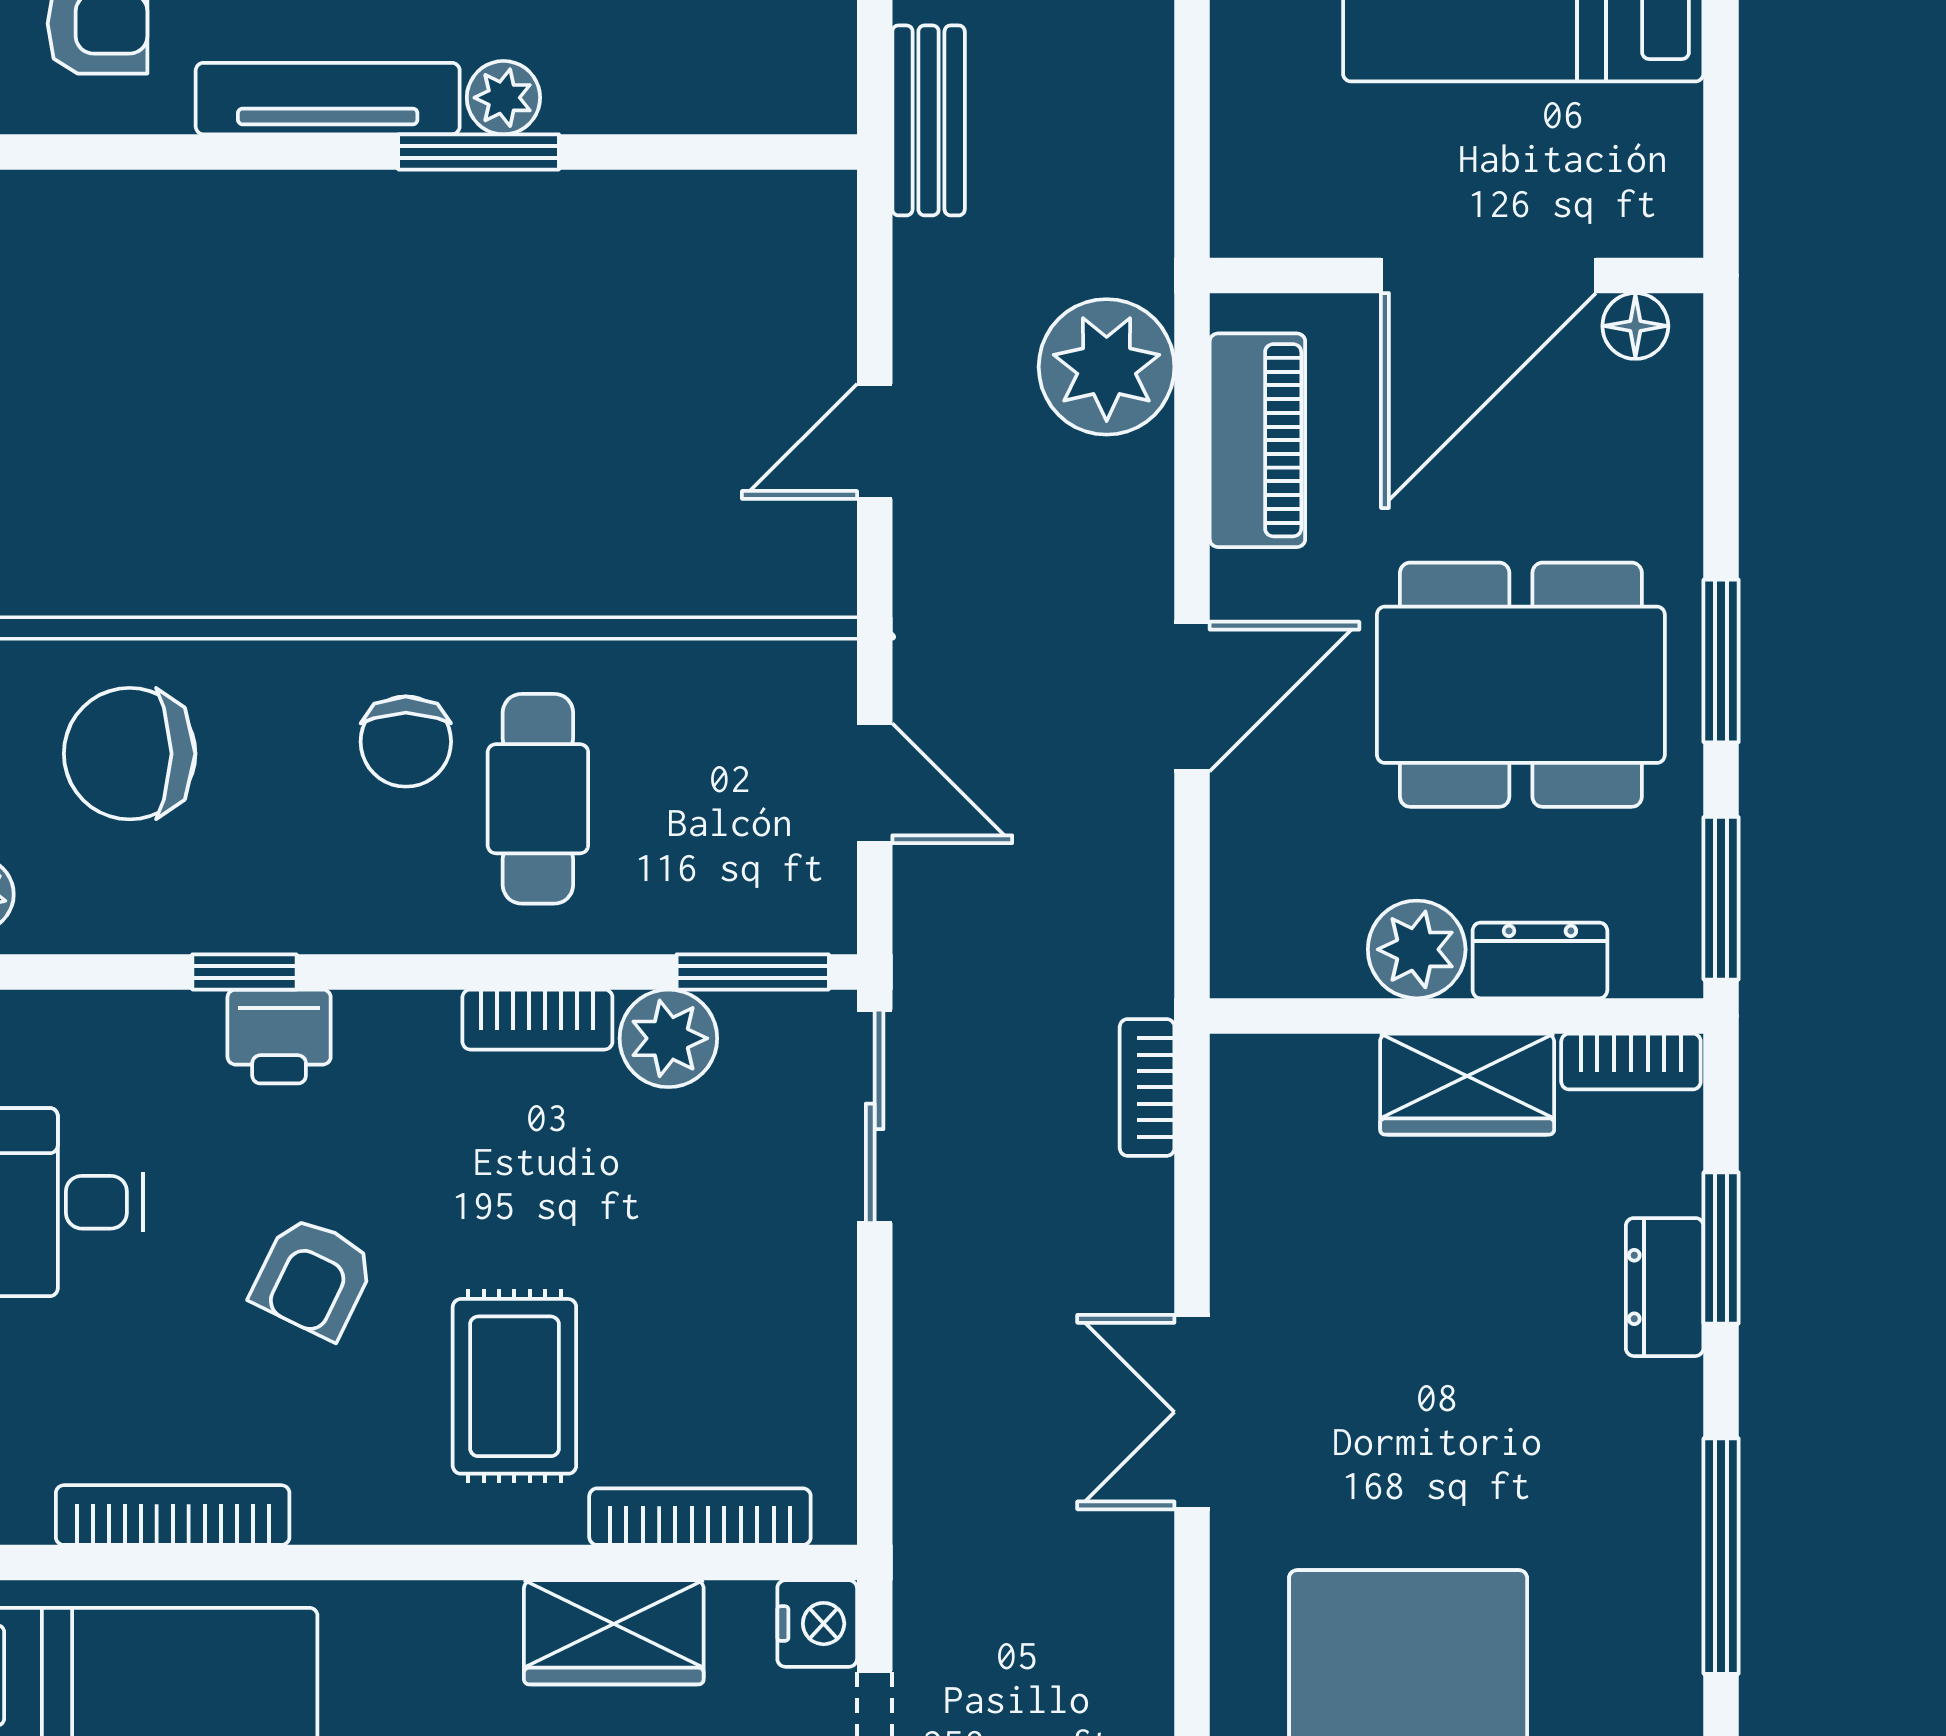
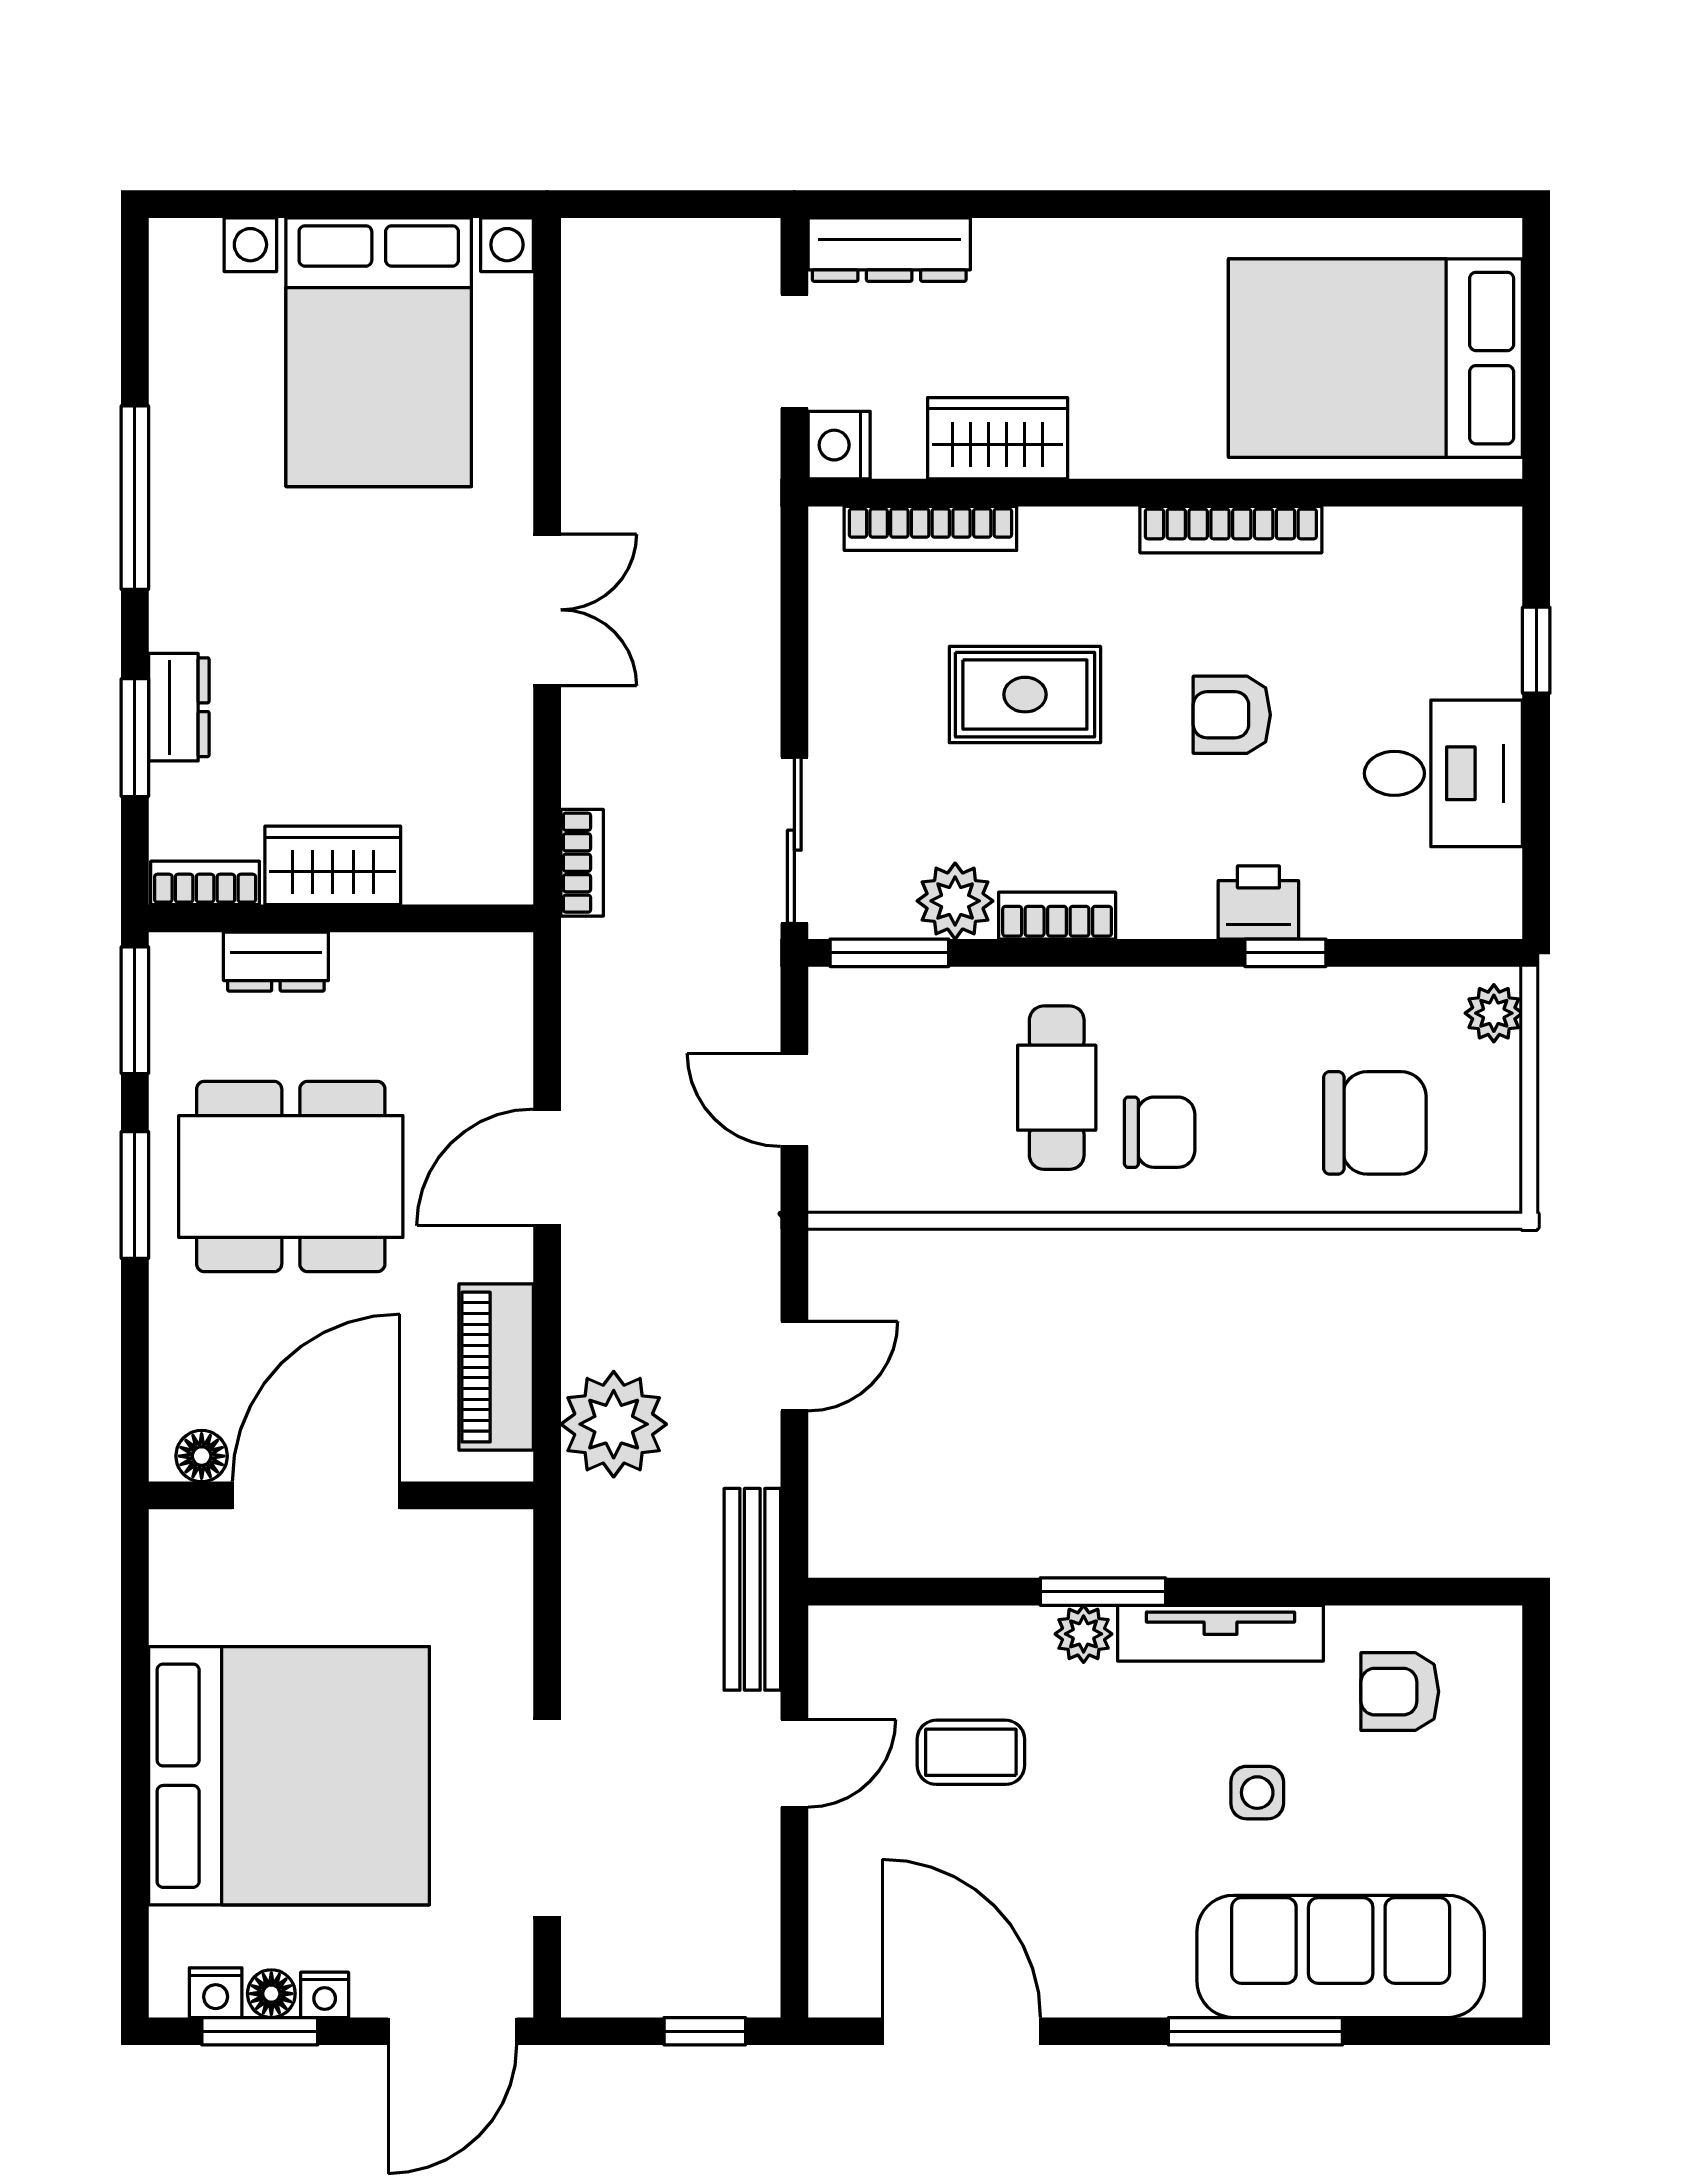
bench: (929, 120) -> (752, 1589), width x1.36
chair: (406, 742) -> (1160, 1132), turned 90
plant: (1417, 949) -> (372, 970), removed
armchair: (313, 1277) -> (1232, 715), turned -116
rug: (514, 1386) -> (1025, 695), moved, turned 90
bookcase: (173, 1515) -> (1231, 530), moved

